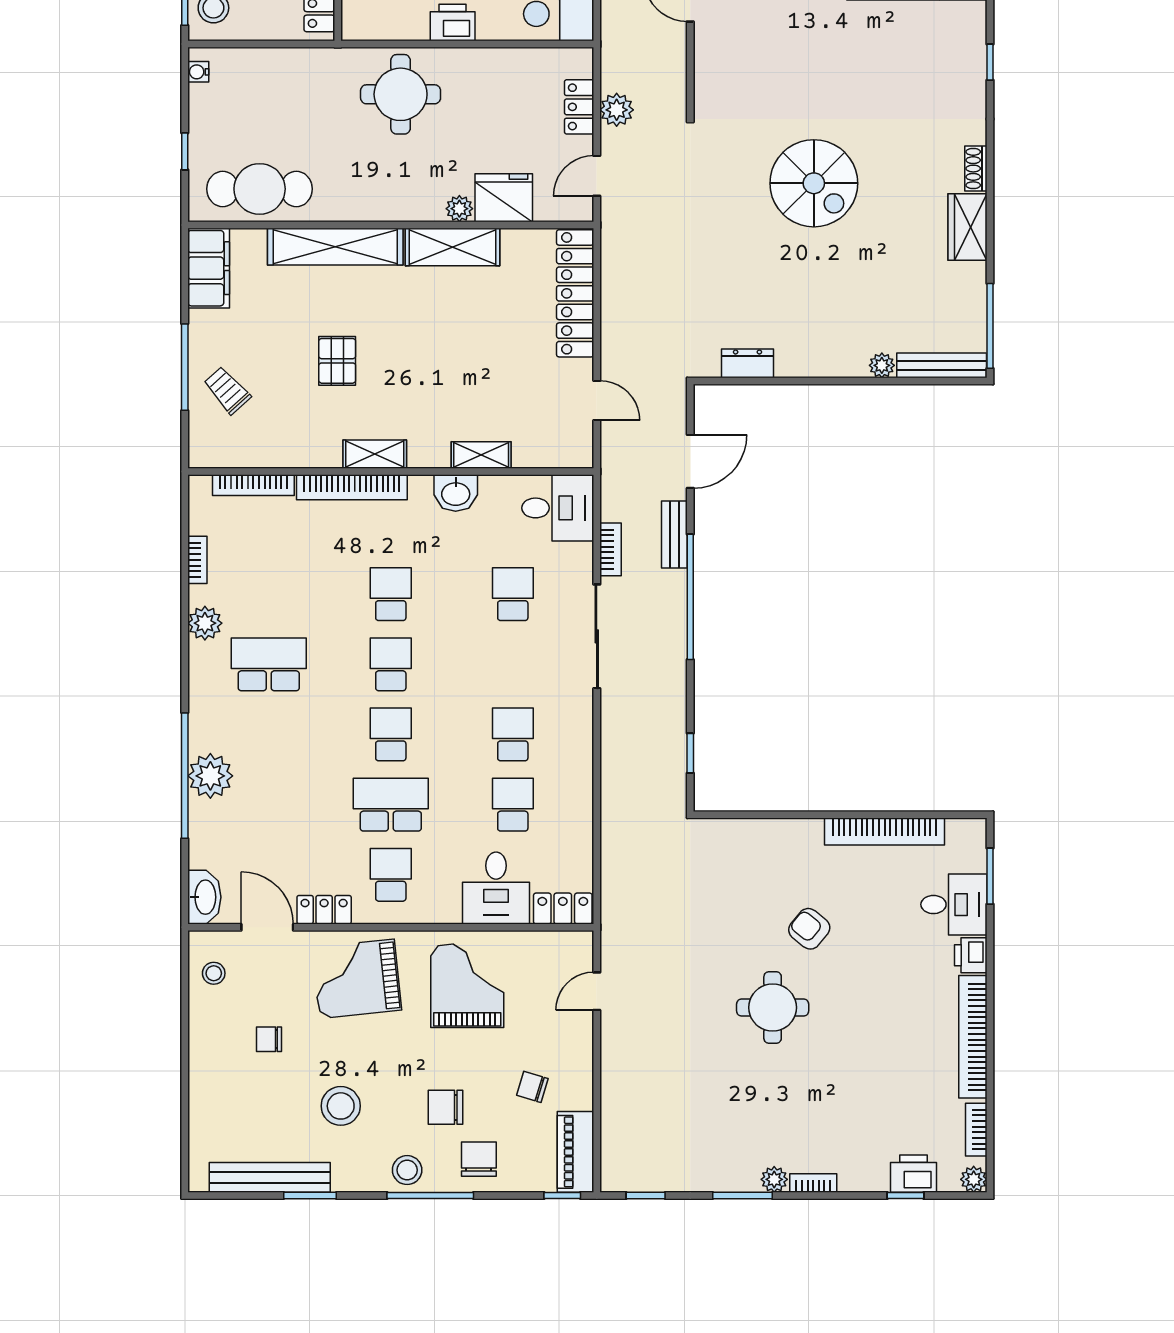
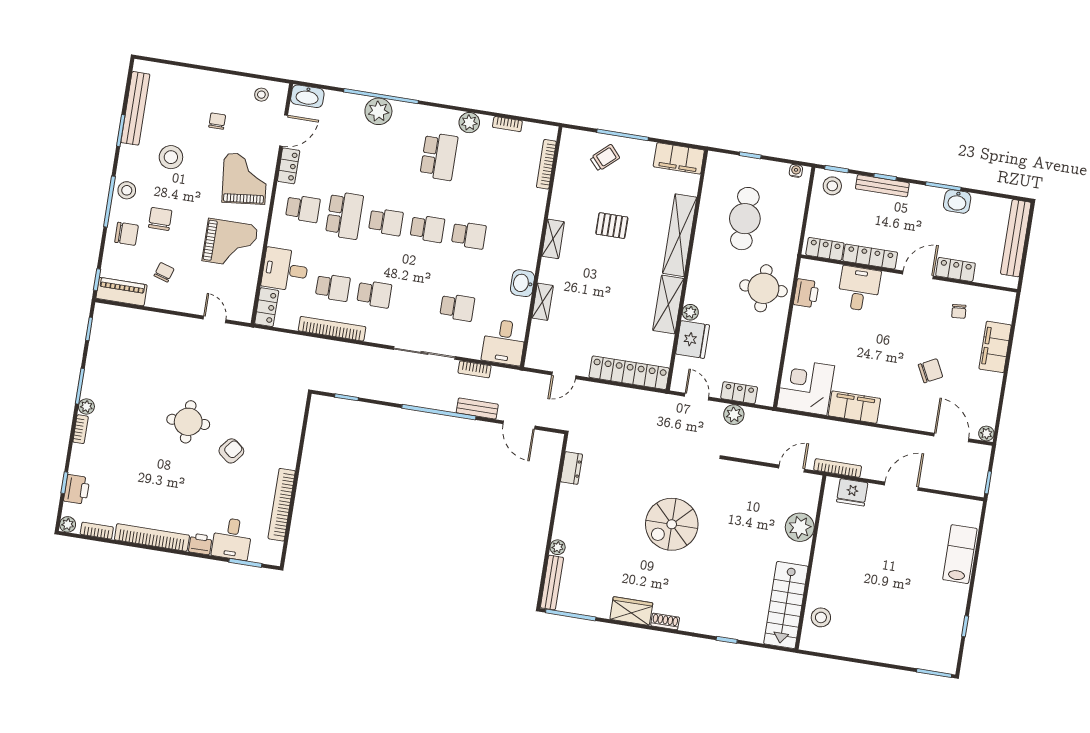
printer: (453, 23) -> (806, 293), moved
cafe table: (260, 189) -> (745, 219), moved
bookcase: (352, 487) -> (332, 329), moved, turned 90

